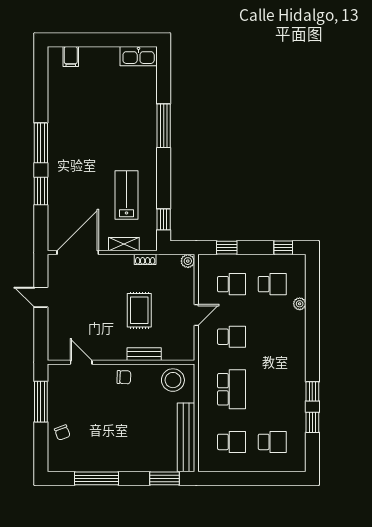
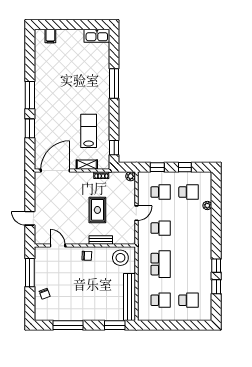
window: (283, 248) -> (185, 167), moved
door: (41, 297) -> (30, 218), moved

